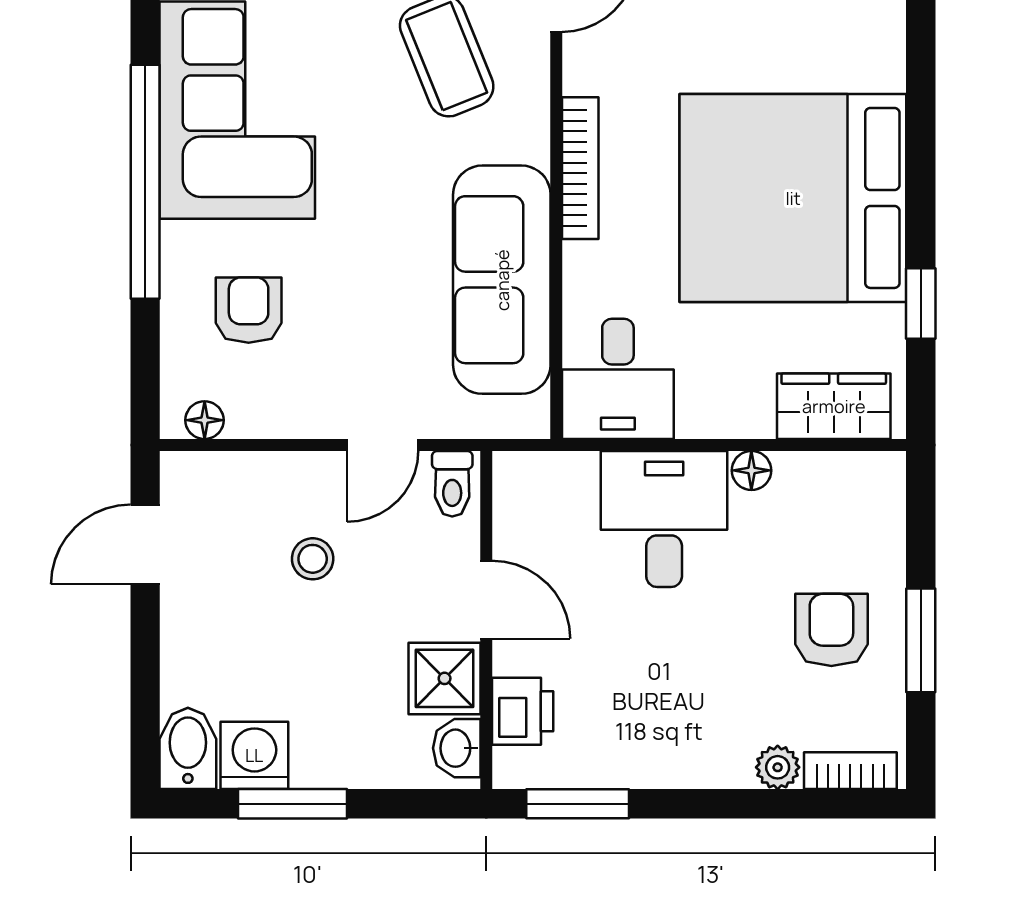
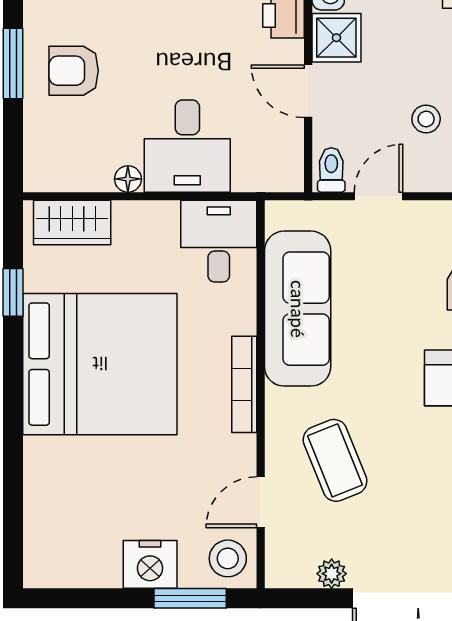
armchair: (831, 630) -> (74, 71), turned 90

